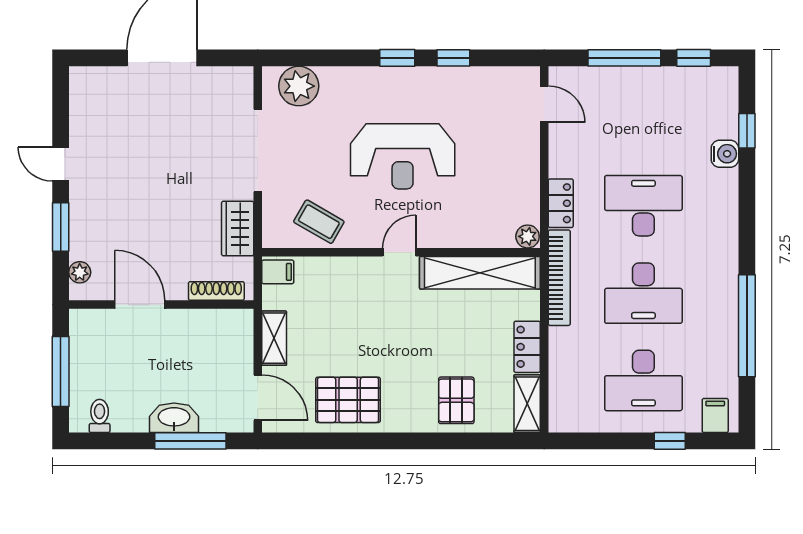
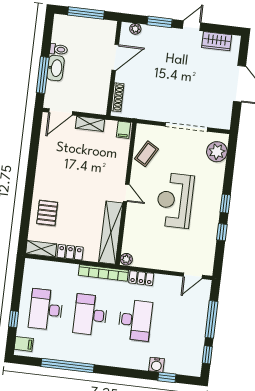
wardrobe: (238, 228) -> (217, 41), moved, turned 180
pallet: (348, 400) -> (54, 158), removed
pallet: (456, 400) -> (47, 213), turned 90
toilet: (100, 416) -> (59, 49), moved

